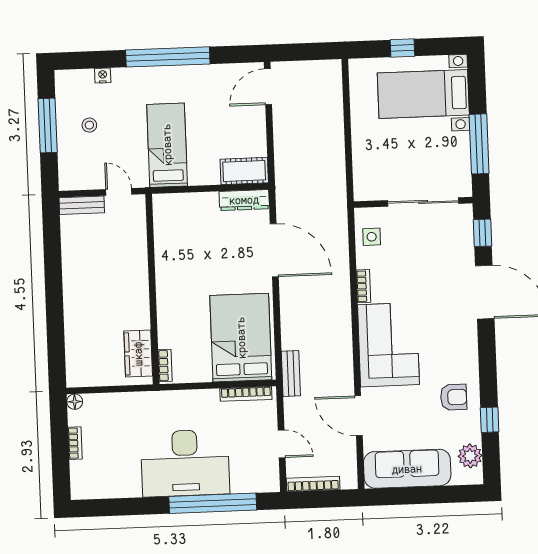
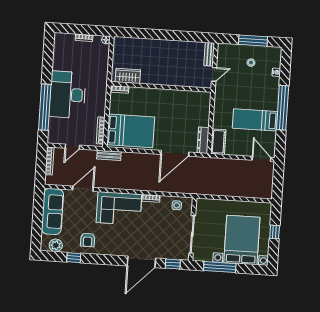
bed with nightstands: (423, 94) -> (242, 240), width x1.36
bed: (167, 145) -> (255, 120), moved, turned 180

